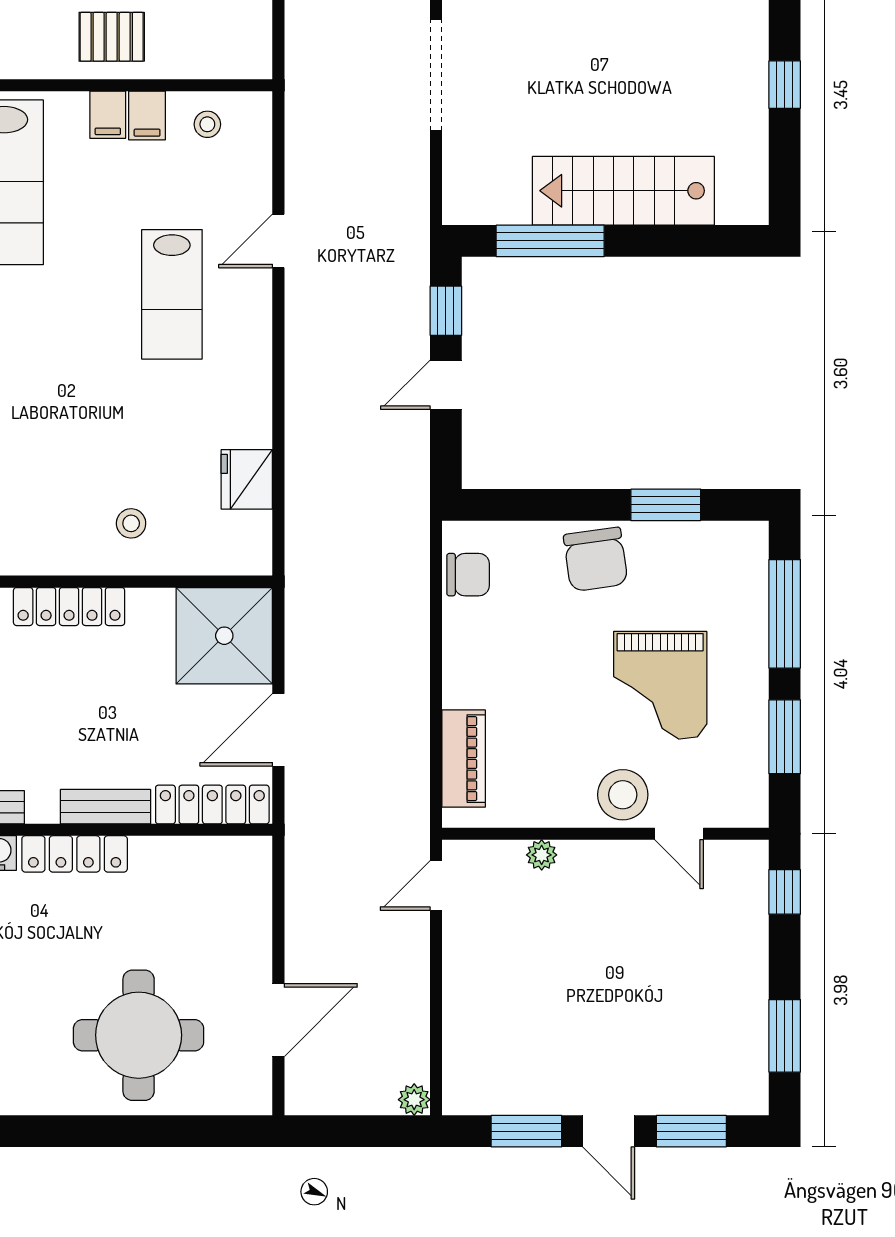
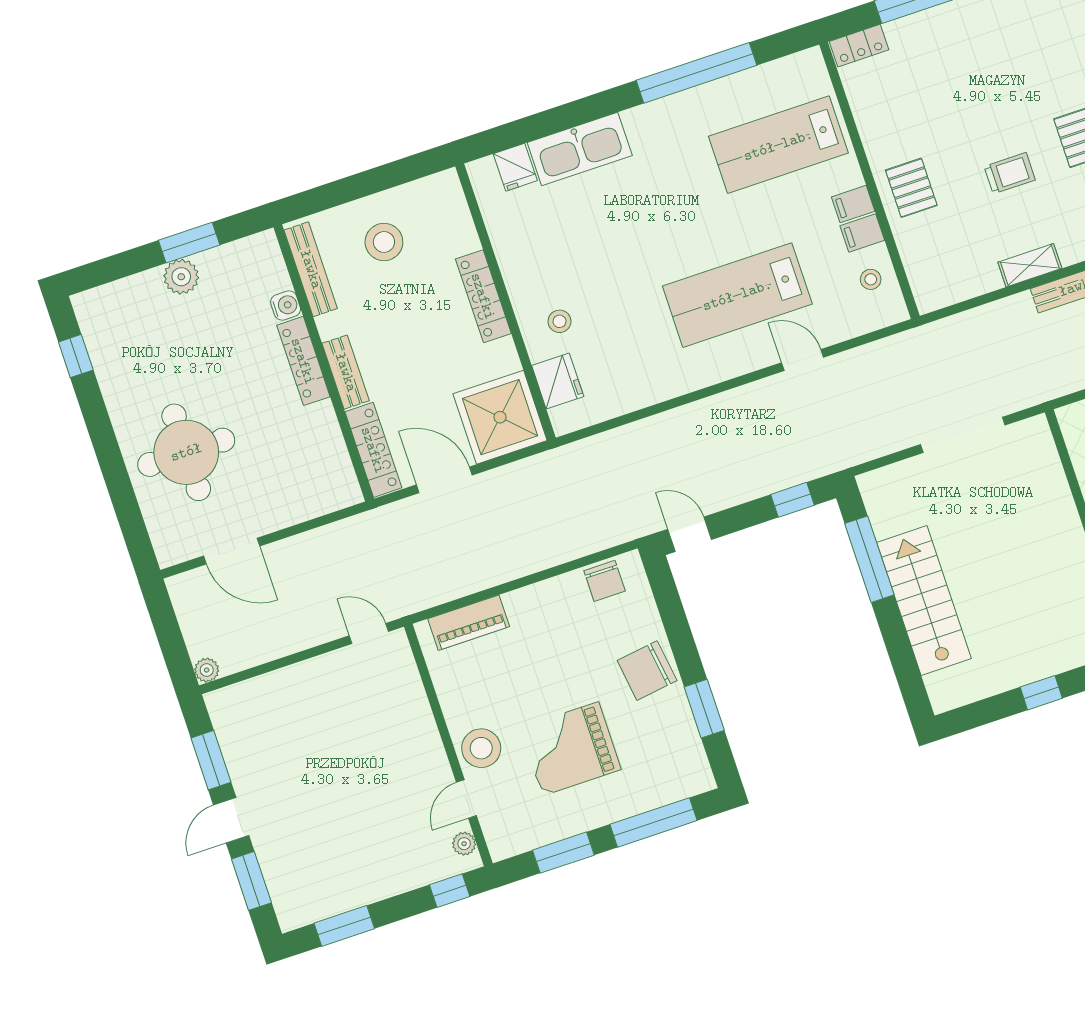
lab bench: (172, 294) -> (737, 295), width x1.36, depth x1.39
door: (446, 385) -> (690, 534), moved
fridge: (247, 479) -> (558, 381), moved, turned 90
plant: (542, 855) -> (464, 844), moved

